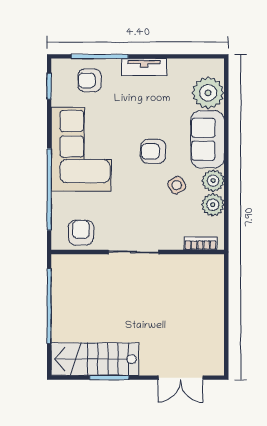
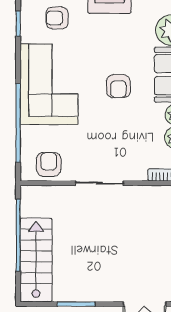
armchair: (153, 151) -> (118, 86), turned -90
side table: (177, 185) -> (141, 119), removed
stairs: (95, 359) -> (36, 260), moved, turned 90

